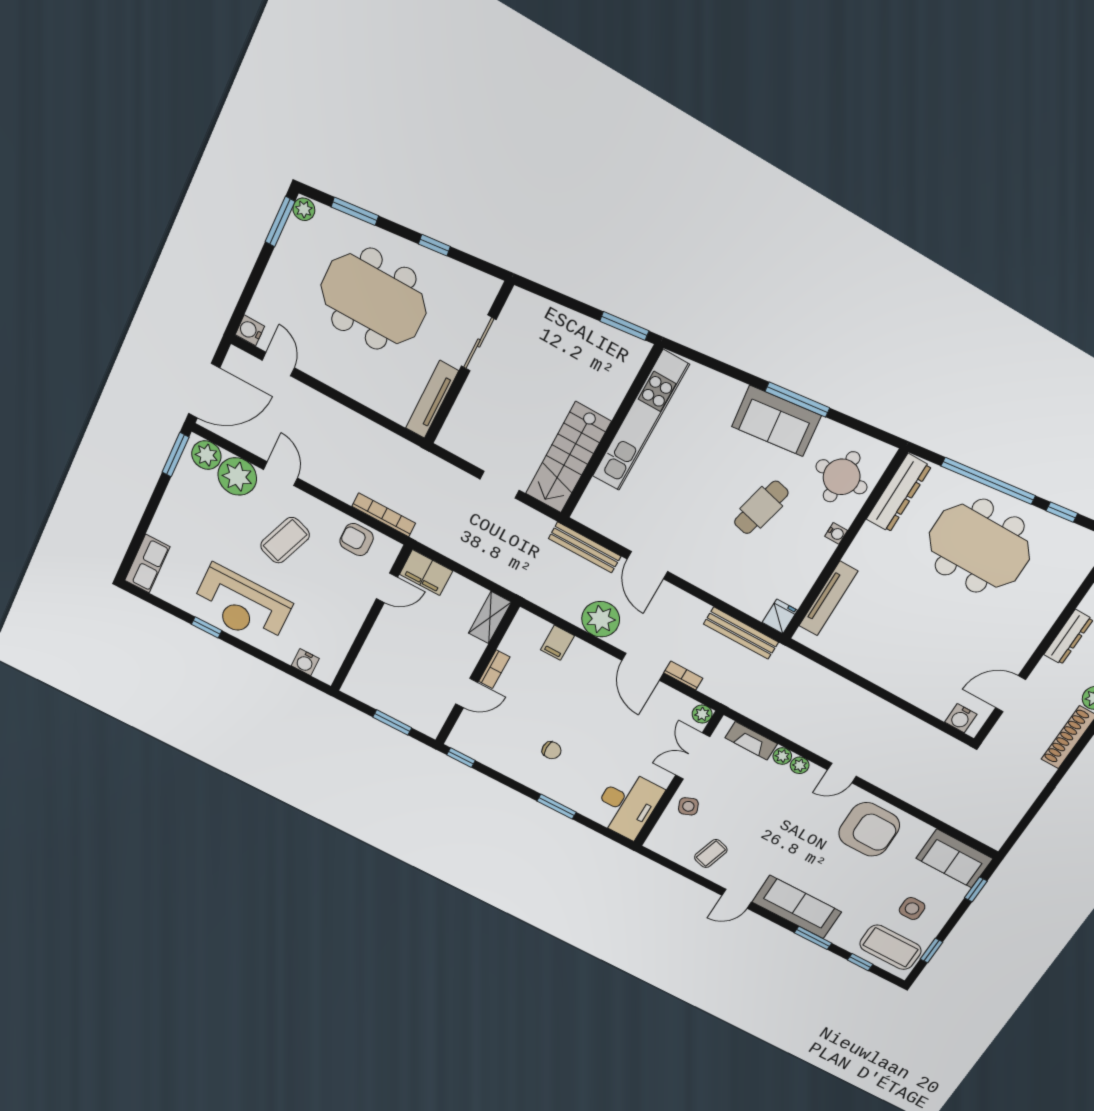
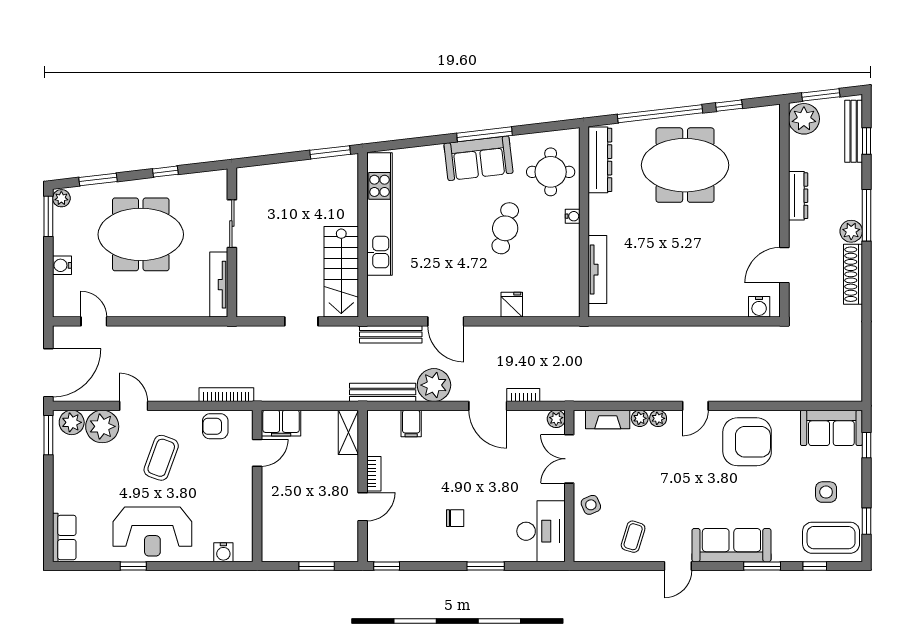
water cooler: (250, 330) -> (62, 265), moved
fridge: (780, 616) -> (512, 305), moved
bench: (741, 633) -> (383, 392), moved

